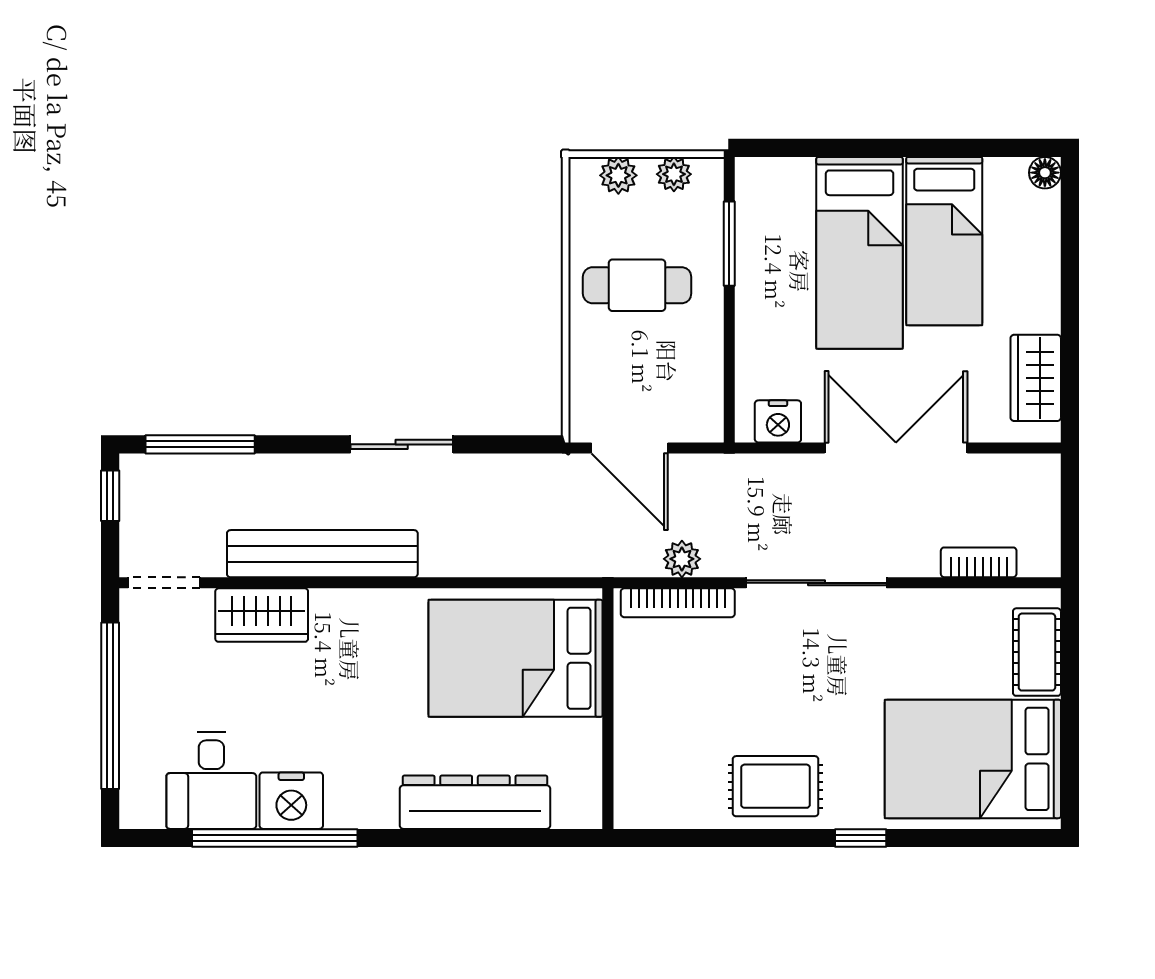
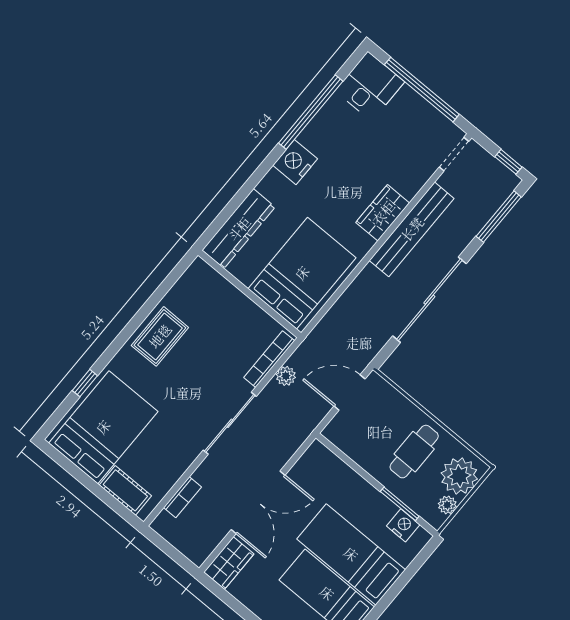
plant: (618, 175) -> (459, 476), width x1.87, depth x1.87
wardrobe: (1036, 378) -> (229, 563), moved, turned 90
nightstand: (778, 421) -> (403, 525), moved, turned 90
sliding door: (402, 444) -> (429, 300), width x1.86
wardrobe: (262, 615) -> (383, 213), moved
desk: (211, 781) -> (370, 86), moved, turned 90
nightstand: (291, 801) -> (295, 162), moved
dresser: (475, 802) -> (239, 229), moved
window: (861, 838) -> (85, 383), moved

